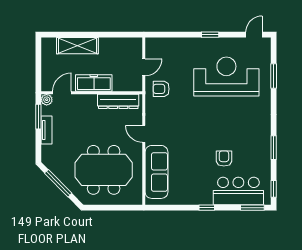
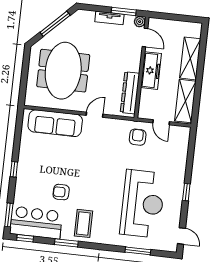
shelving: (120, 46) -> (185, 101), added
coffee table: (253, 133) -> (83, 223), added
armchair: (224, 158) -> (61, 192), turned 180
bar counter: (238, 191) -> (36, 223), moved, turned -90

